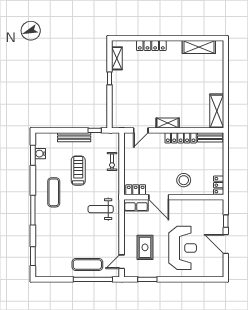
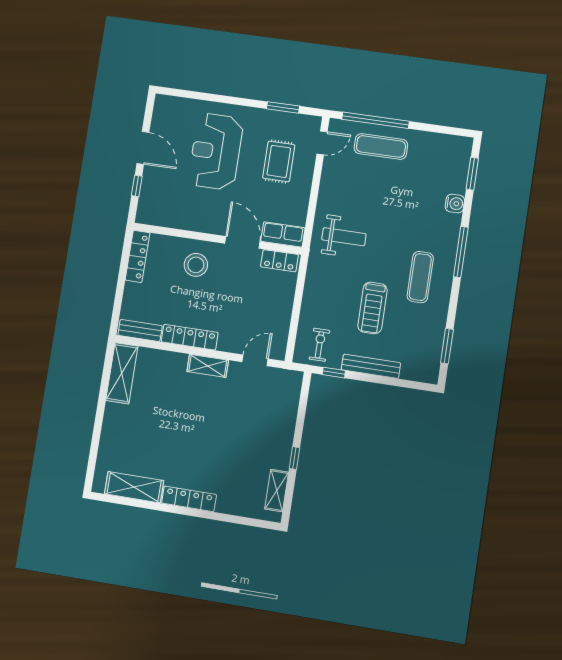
locker: (151, 46) -> (189, 499), moved
water cooler: (40, 154) -> (455, 204), moved
exercise bike: (112, 162) -> (319, 345), moved
locker: (219, 185) -> (137, 256), width x1.53

